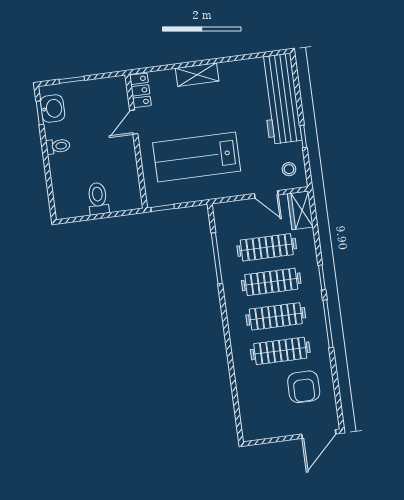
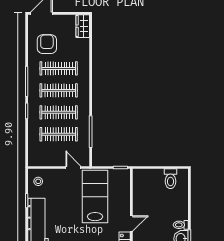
toilet: (58, 146) -> (181, 225), moved
lab bench: (197, 157) -> (95, 197), turned -90
door: (266, 194) -> (73, 167), moved
toilet: (98, 199) -> (170, 179), moved
wardrobe: (300, 210) -> (83, 26), moved, turned 180

